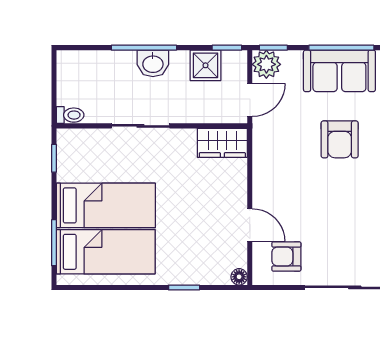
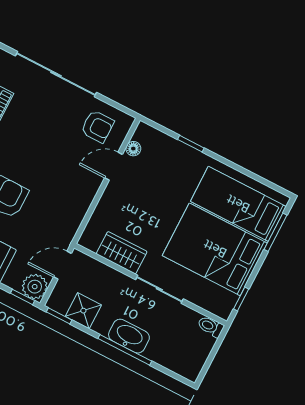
washbasin: (153, 63) -> (129, 336), width x1.38
wardrobe: (222, 143) -> (122, 253), moved
bed: (106, 205) -> (215, 249), width x1.50
door: (250, 225) -> (114, 166), hinge flipped
floor lamp: (239, 277) -> (133, 149), moved

